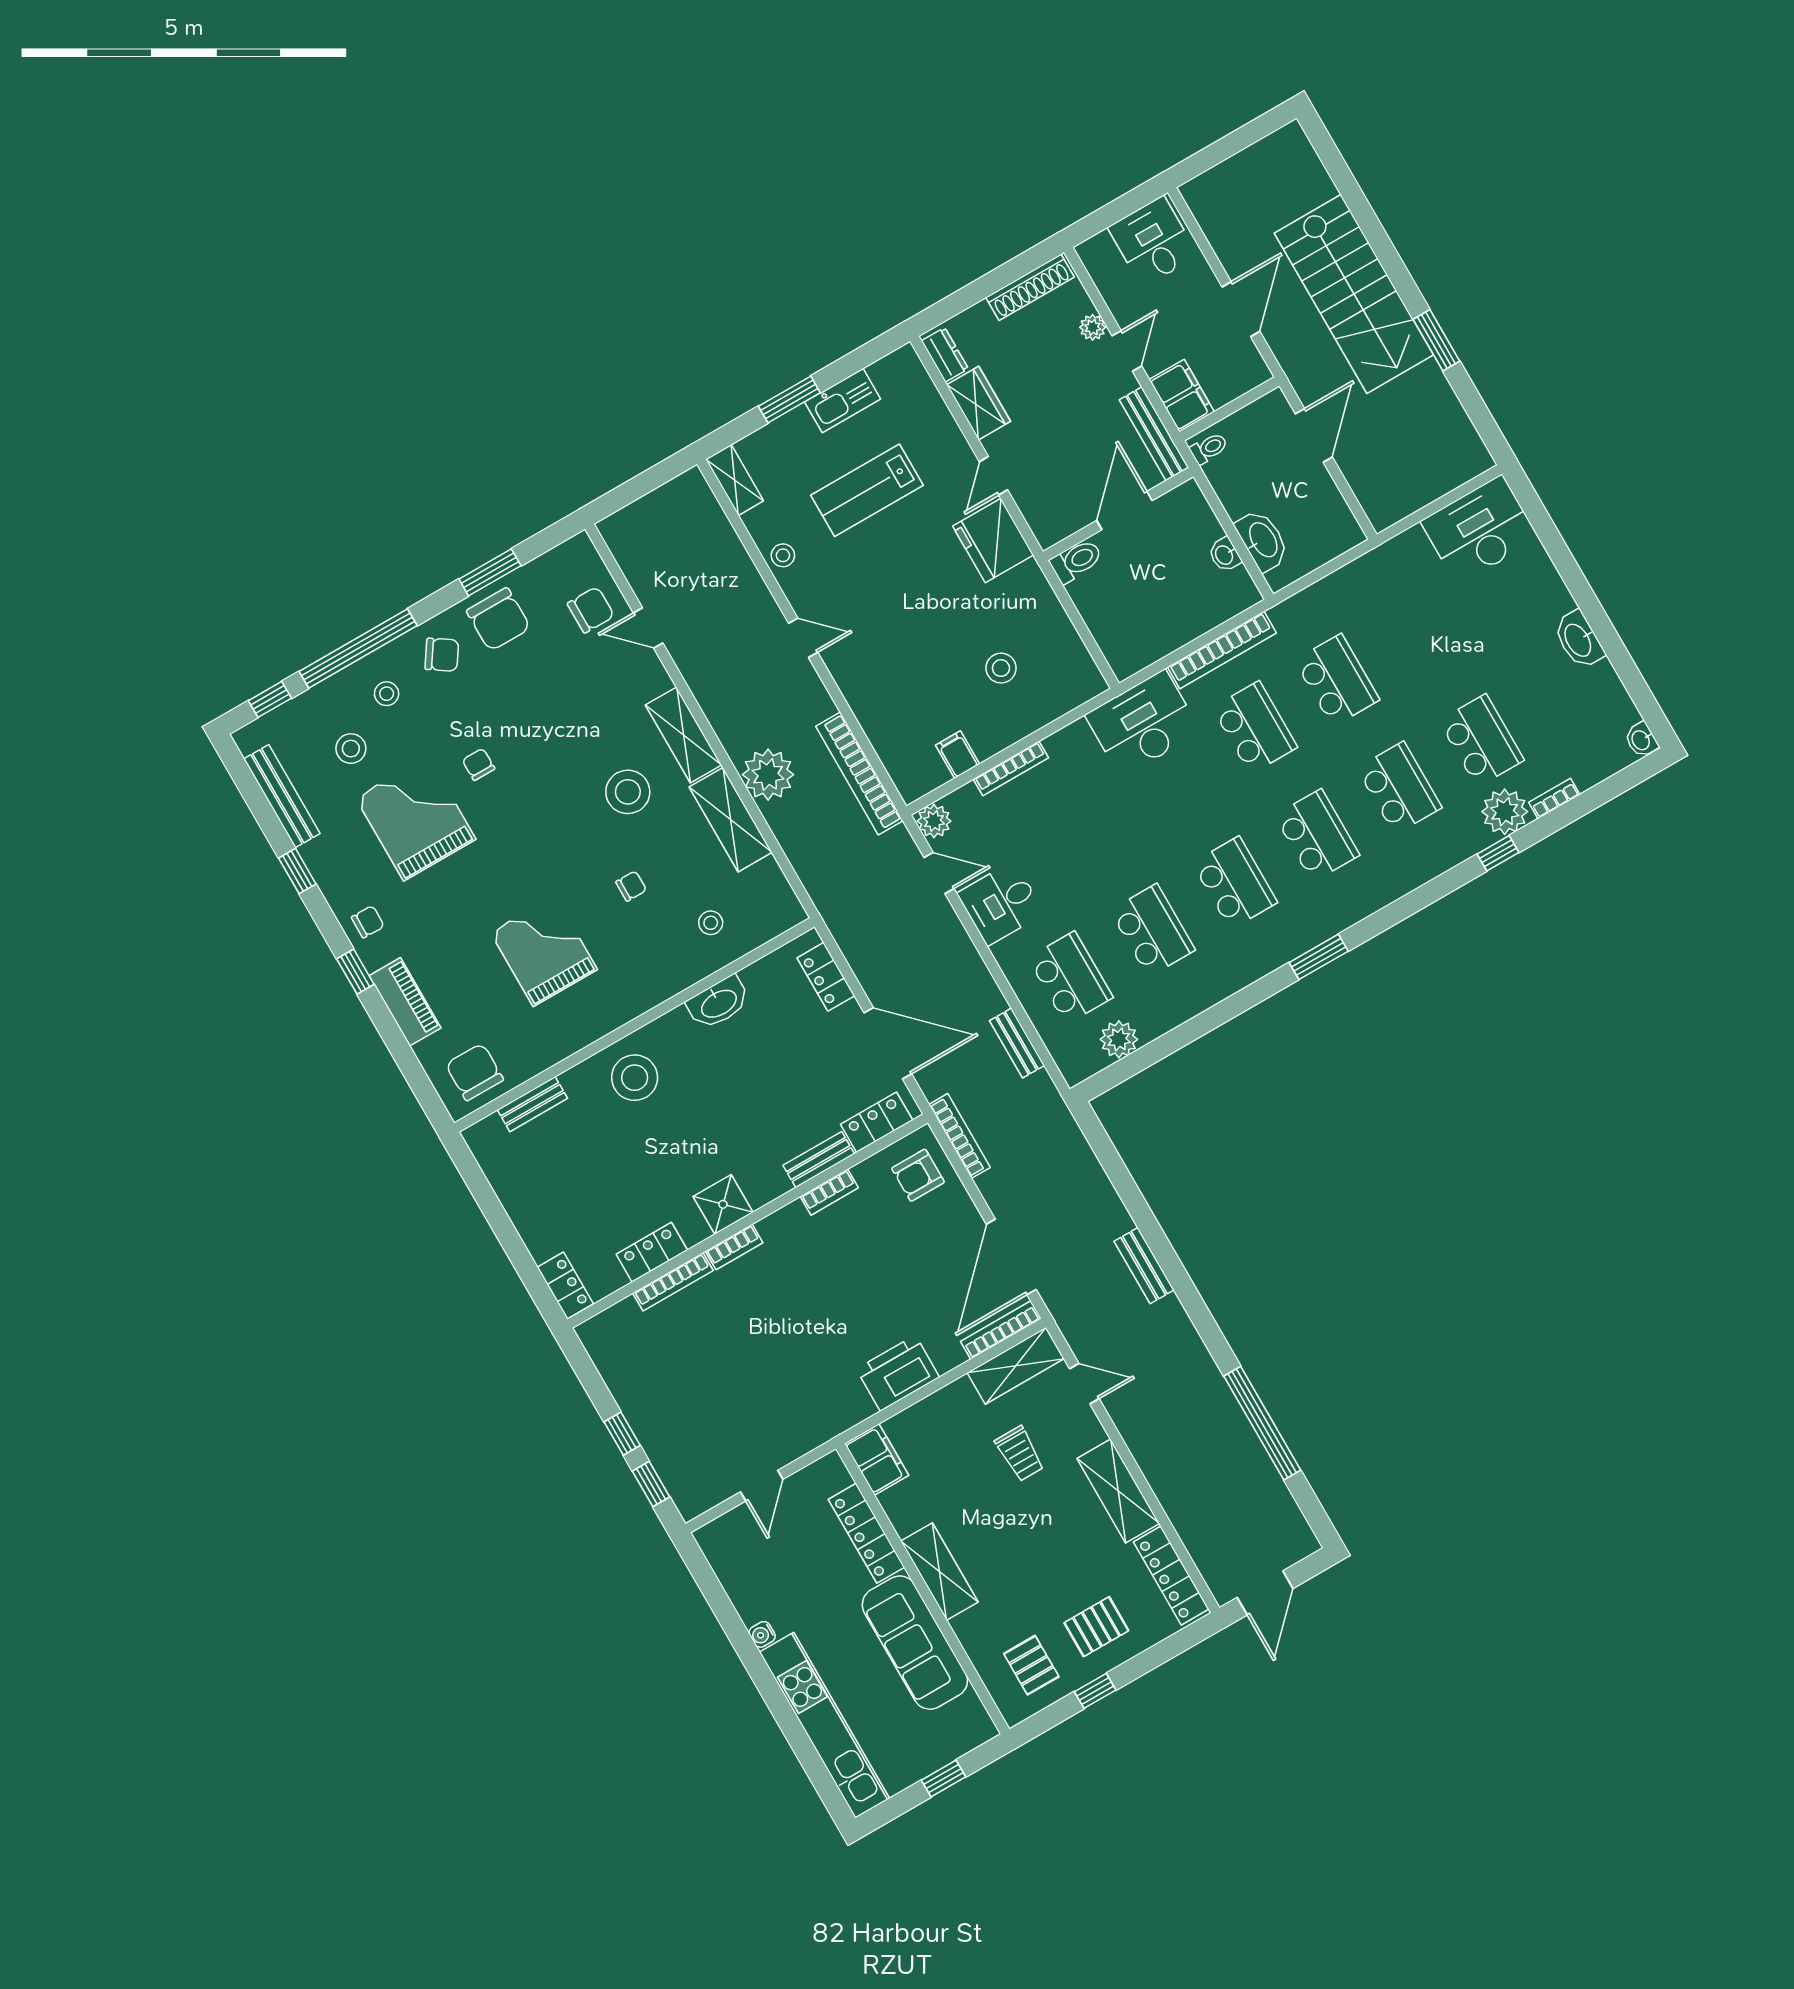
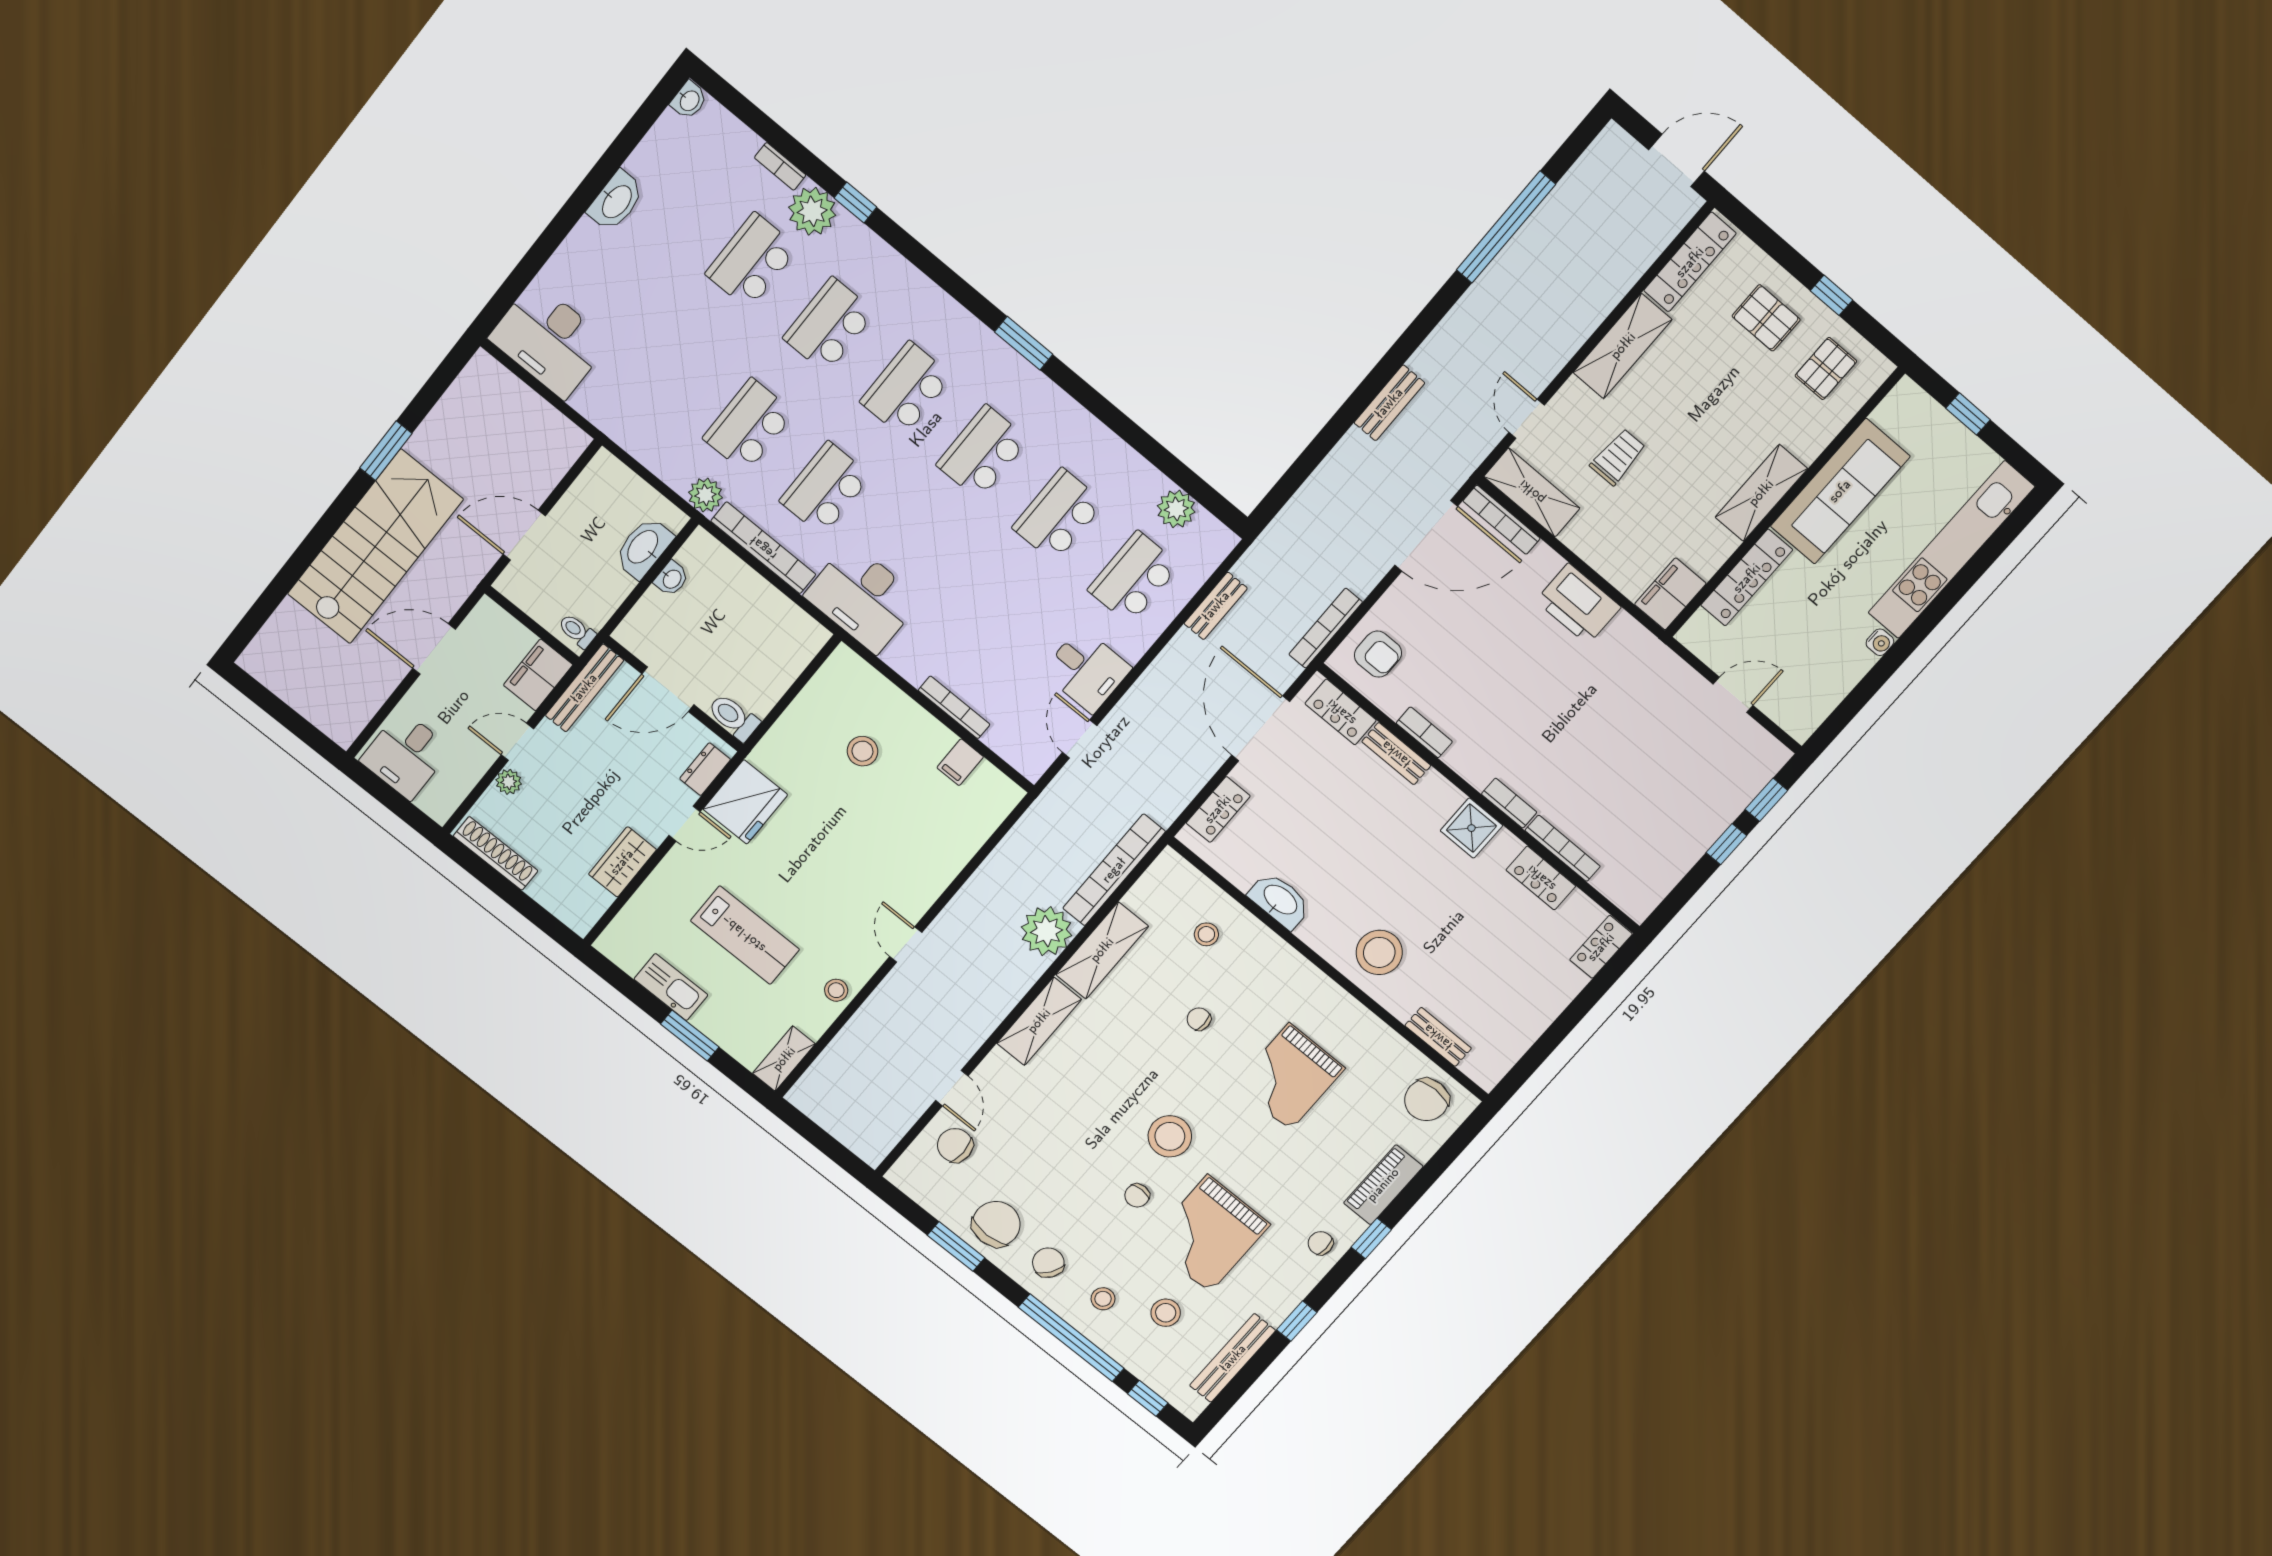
dresser: (945, 355) -> (705, 769), moved
bookcase: (859, 773) -> (1114, 870), moved, turned 180
stool: (628, 792) -> (1170, 1136), moved
plant: (934, 821) -> (705, 495), moved

